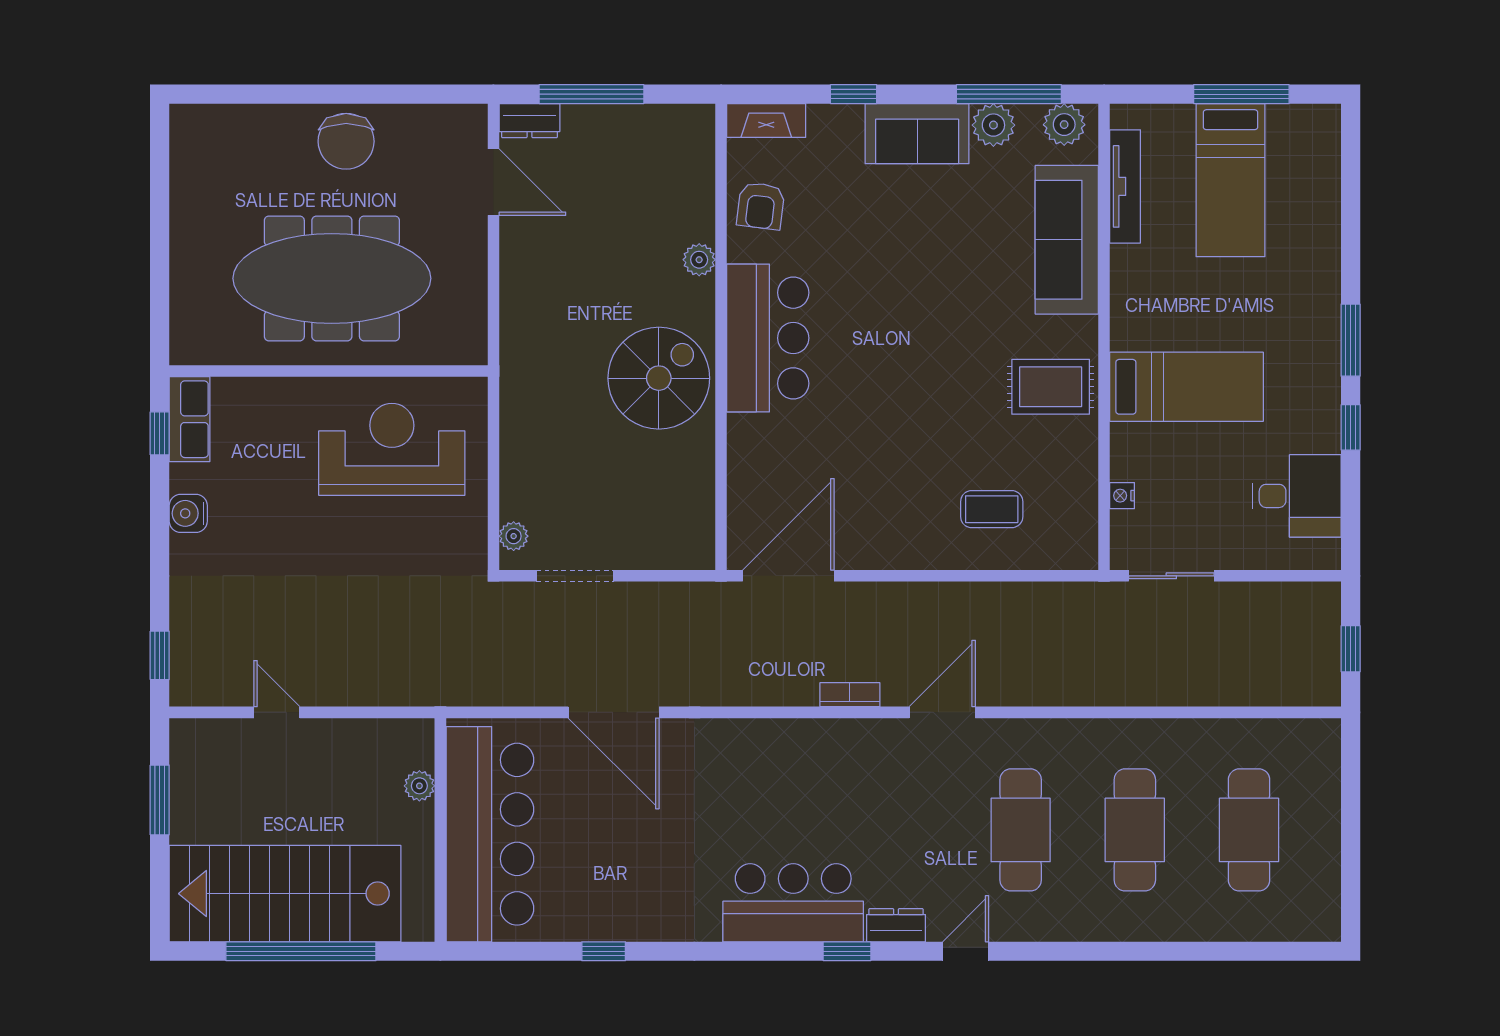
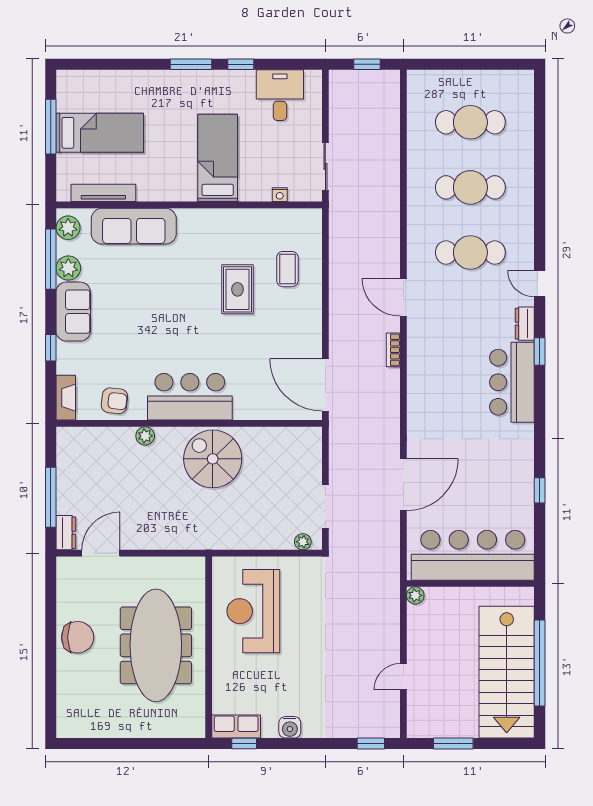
rug: (1051, 387) -> (237, 289), moved
plant: (419, 786) -> (415, 595), moved

